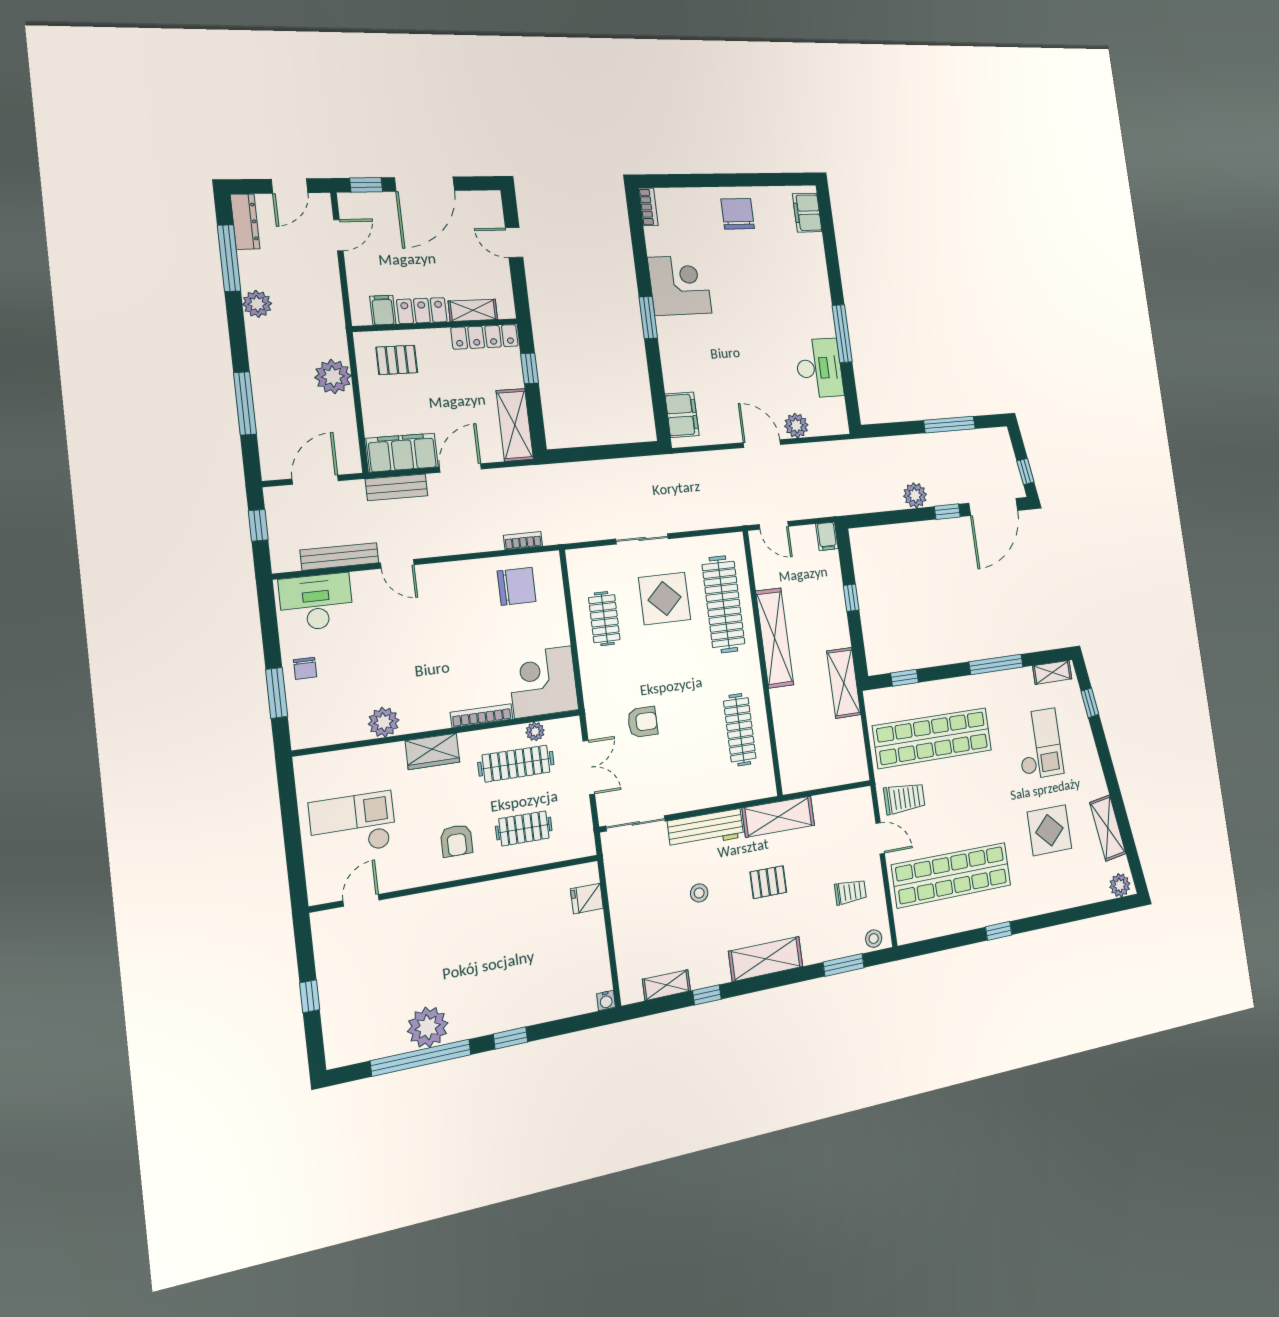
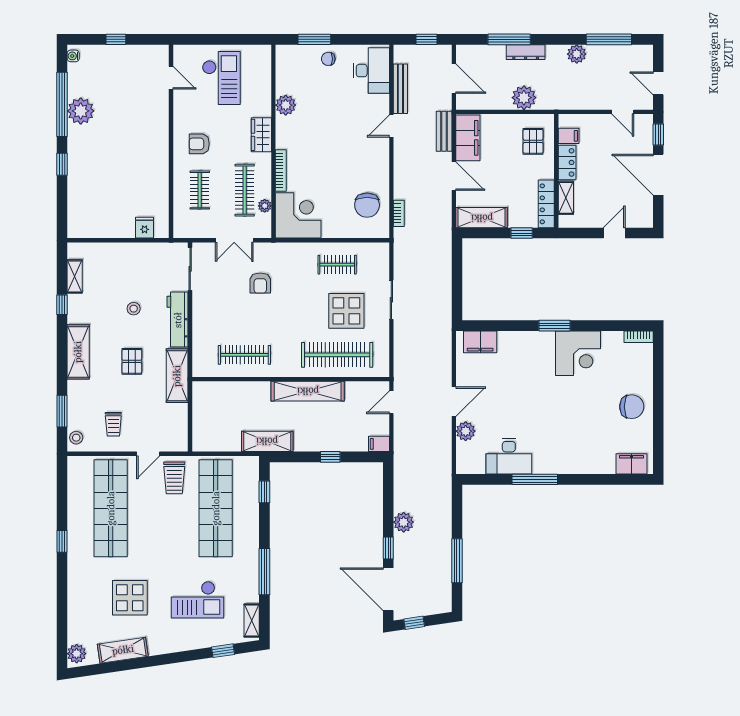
dresser: (245, 222) -> (526, 52), moved
water cooler: (606, 1000) -> (73, 56), moved

